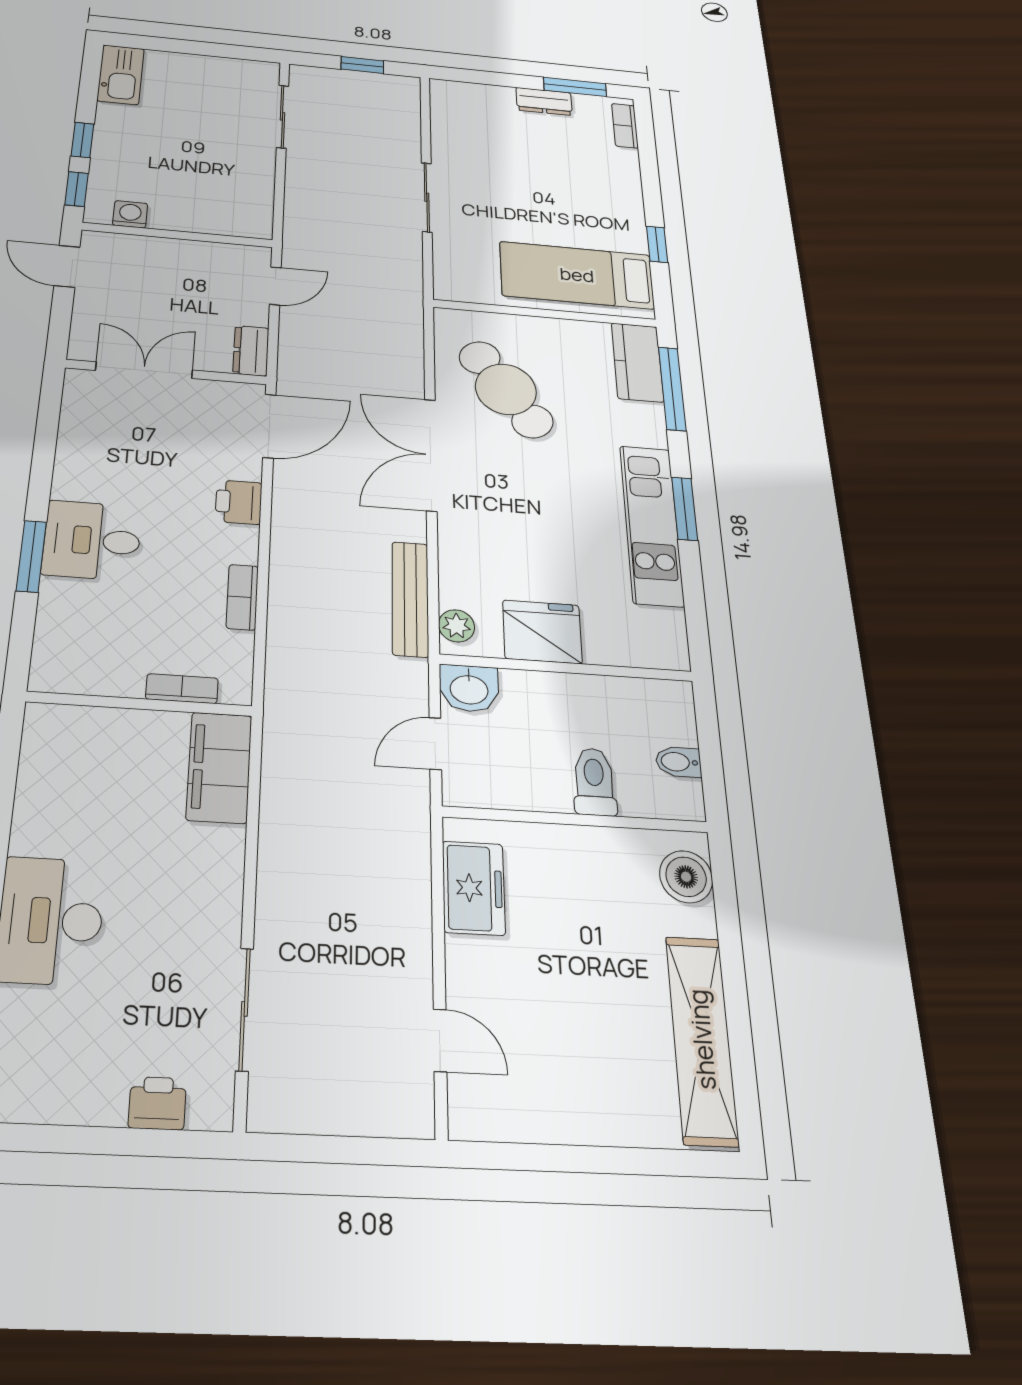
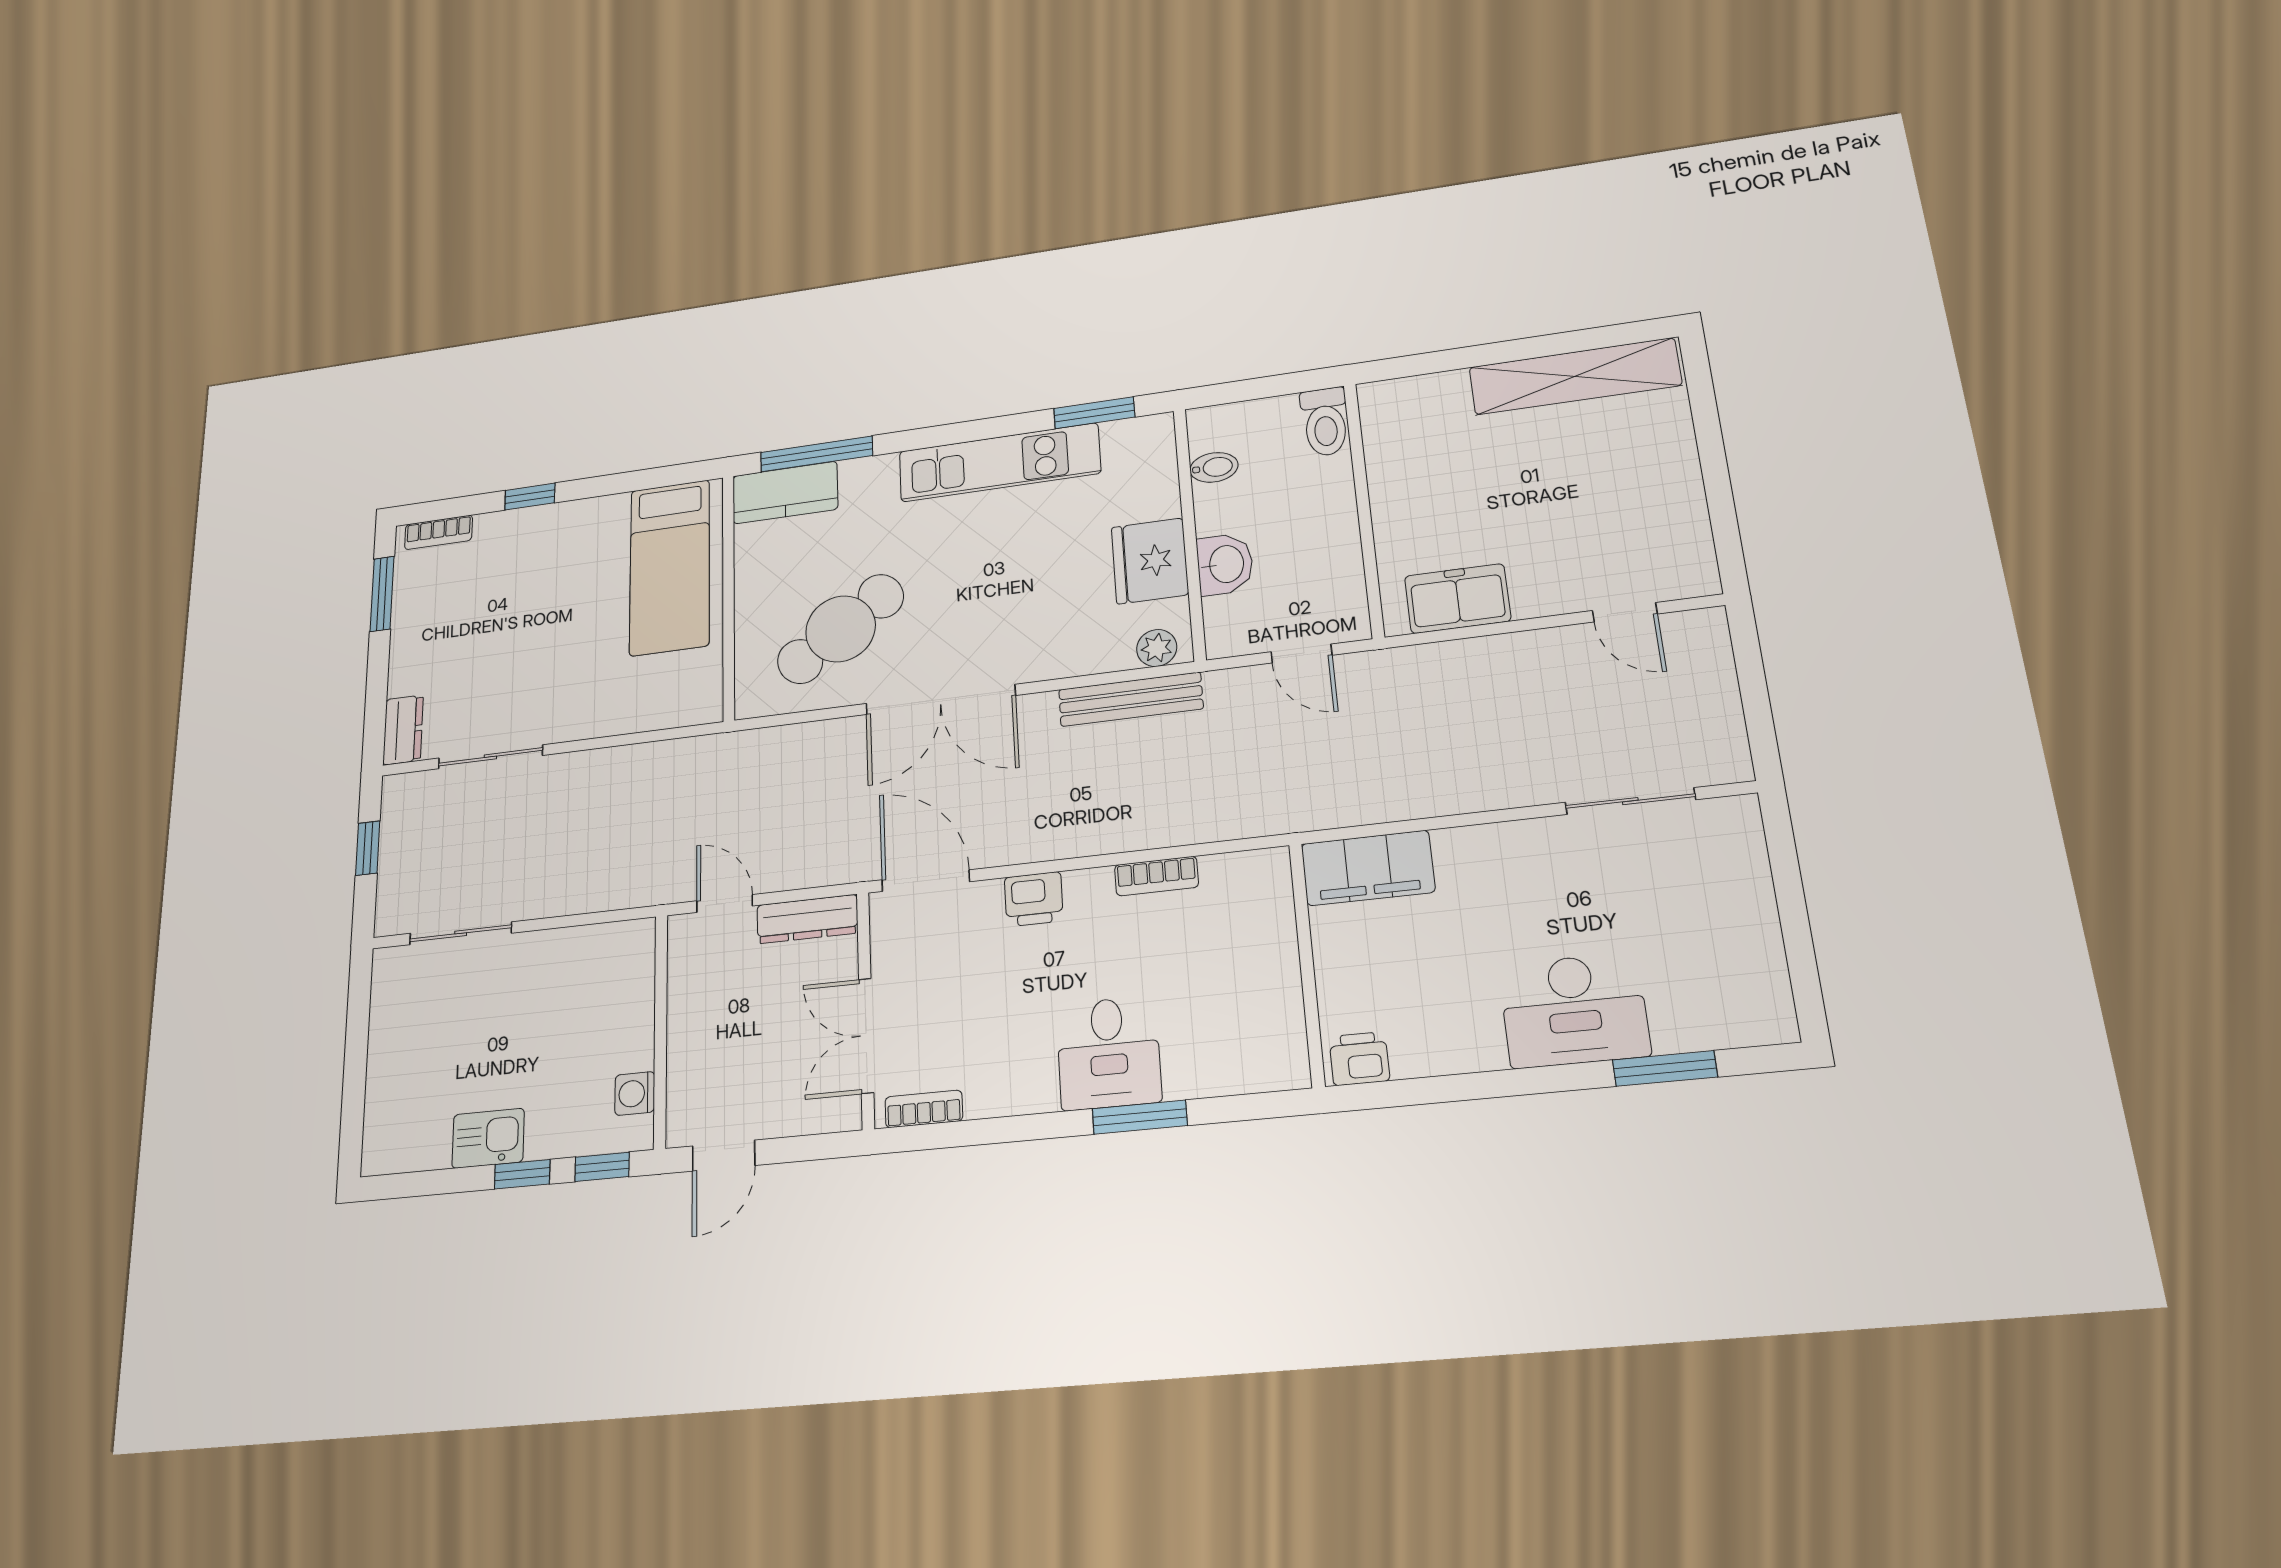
kitchen sink: (121, 75) -> (488, 1138), moved, width x0.73
dresser: (544, 101) -> (403, 730), moved
sliding door: (427, 197) -> (490, 757), moved
window: (657, 244) -> (530, 497), moved
dresser: (251, 351) -> (807, 919), width x1.44
window: (685, 509) -> (1094, 413), moved
washbasin: (469, 688) -> (1225, 564), moved
bookcase: (182, 689) -> (924, 1109), moved, turned 90
bidet: (678, 762) -> (1214, 467), moved, turned -90
toilet: (594, 782) -> (1325, 422), moved, turned -90
boiler: (686, 877) -> (1408, 401), removed
door: (440, 1040) -> (1625, 612), swing flipped
printer: (157, 1103) -> (1359, 1059), moved, turned 90

